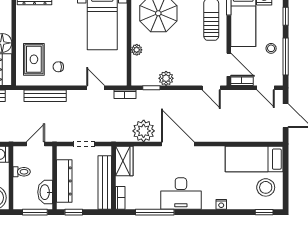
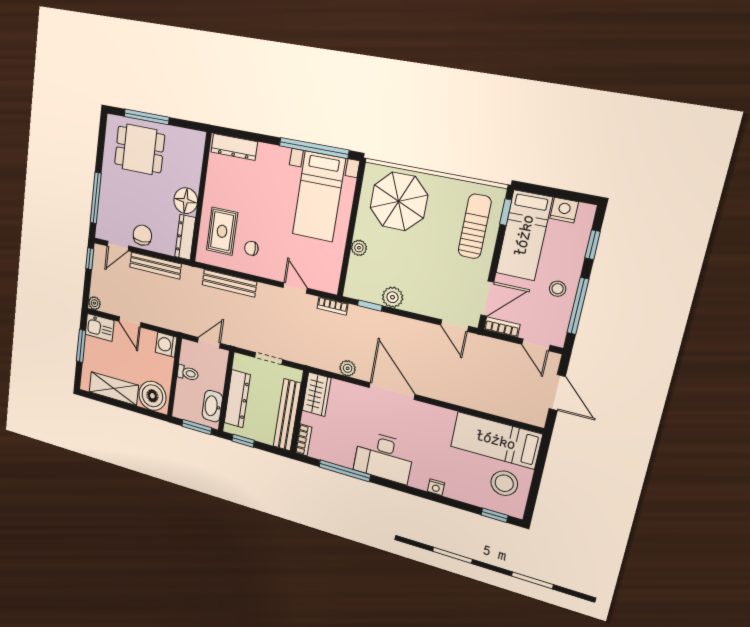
door: (229, 65) -> (487, 298), hinge flipped
plant: (144, 131) -> (348, 368), width x0.53, depth x0.53

